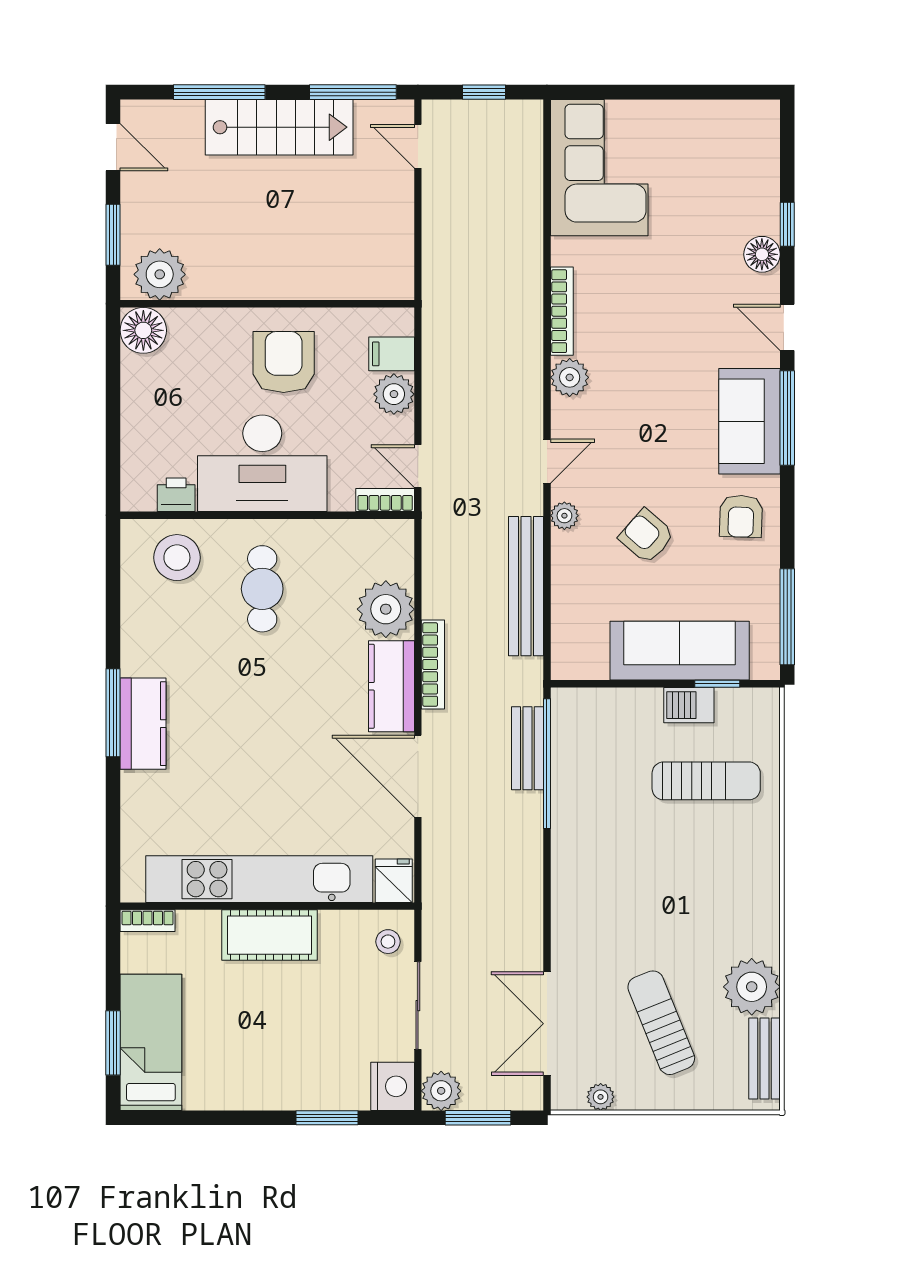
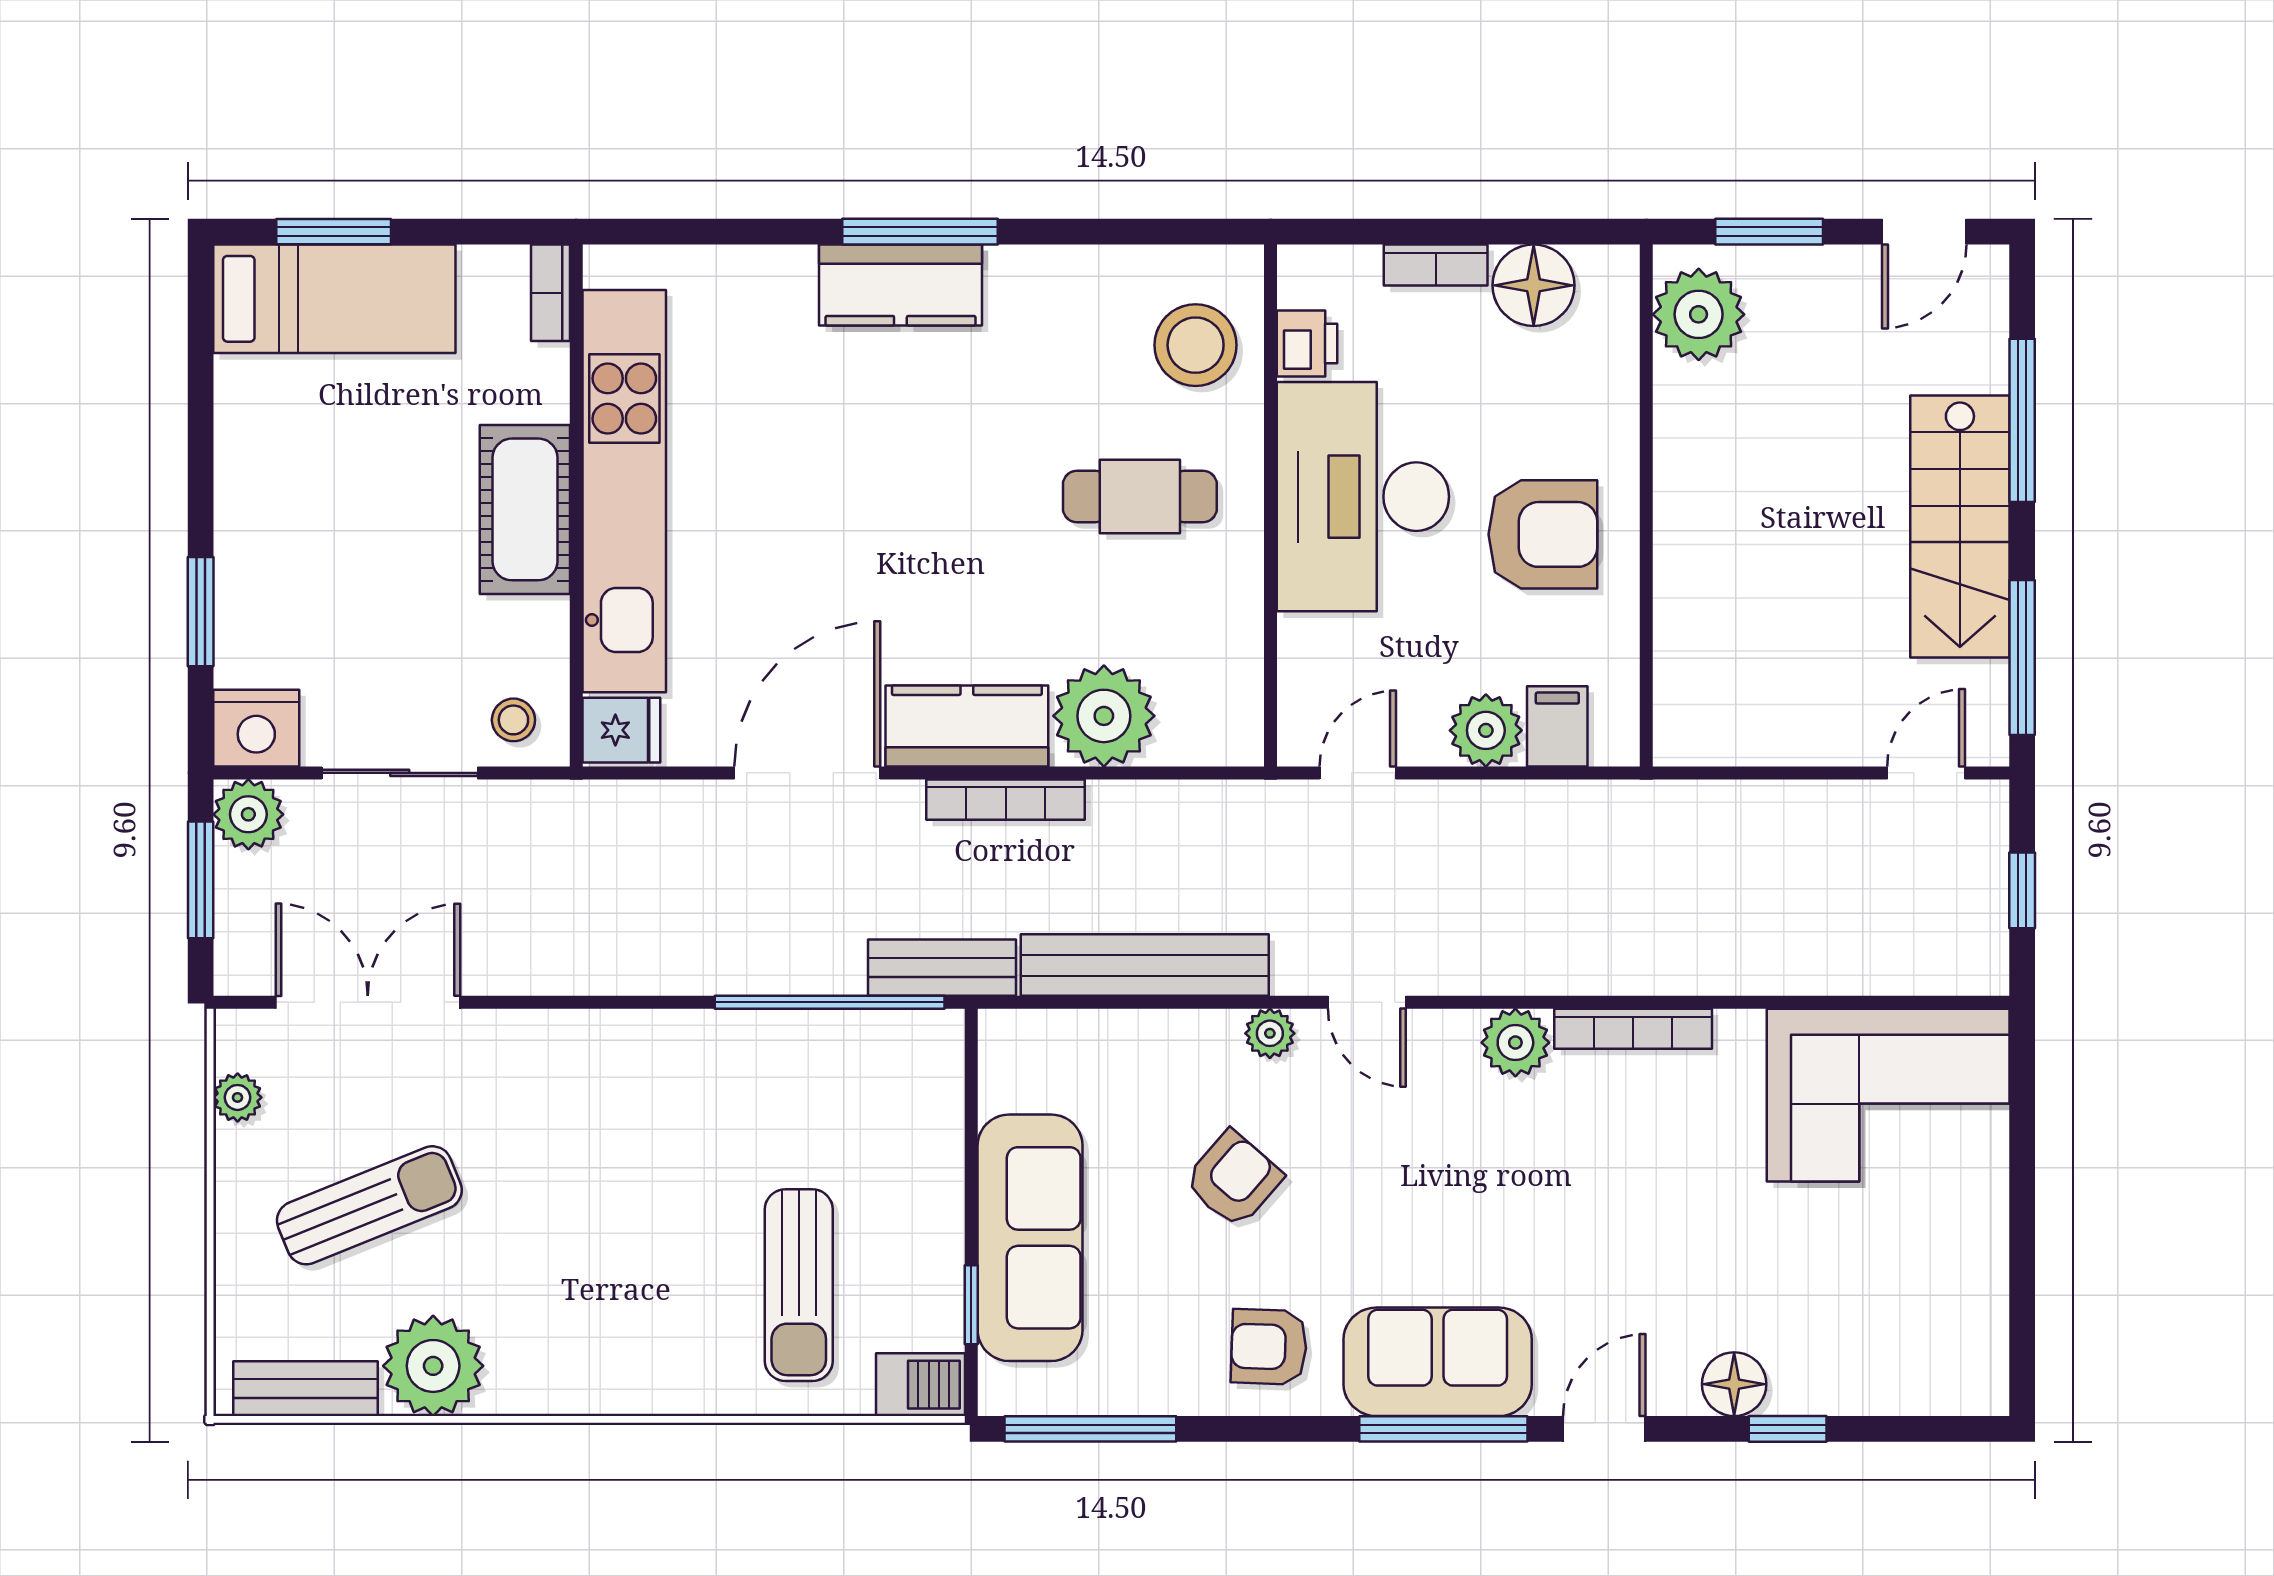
floor lamp: (143, 330) -> (1534, 285), moved
bookcase: (385, 500) -> (1436, 265), moved, turned 90
barbecue: (689, 705) -> (921, 1385), moved, turned 90
bench: (527, 748) -> (942, 968), moved

